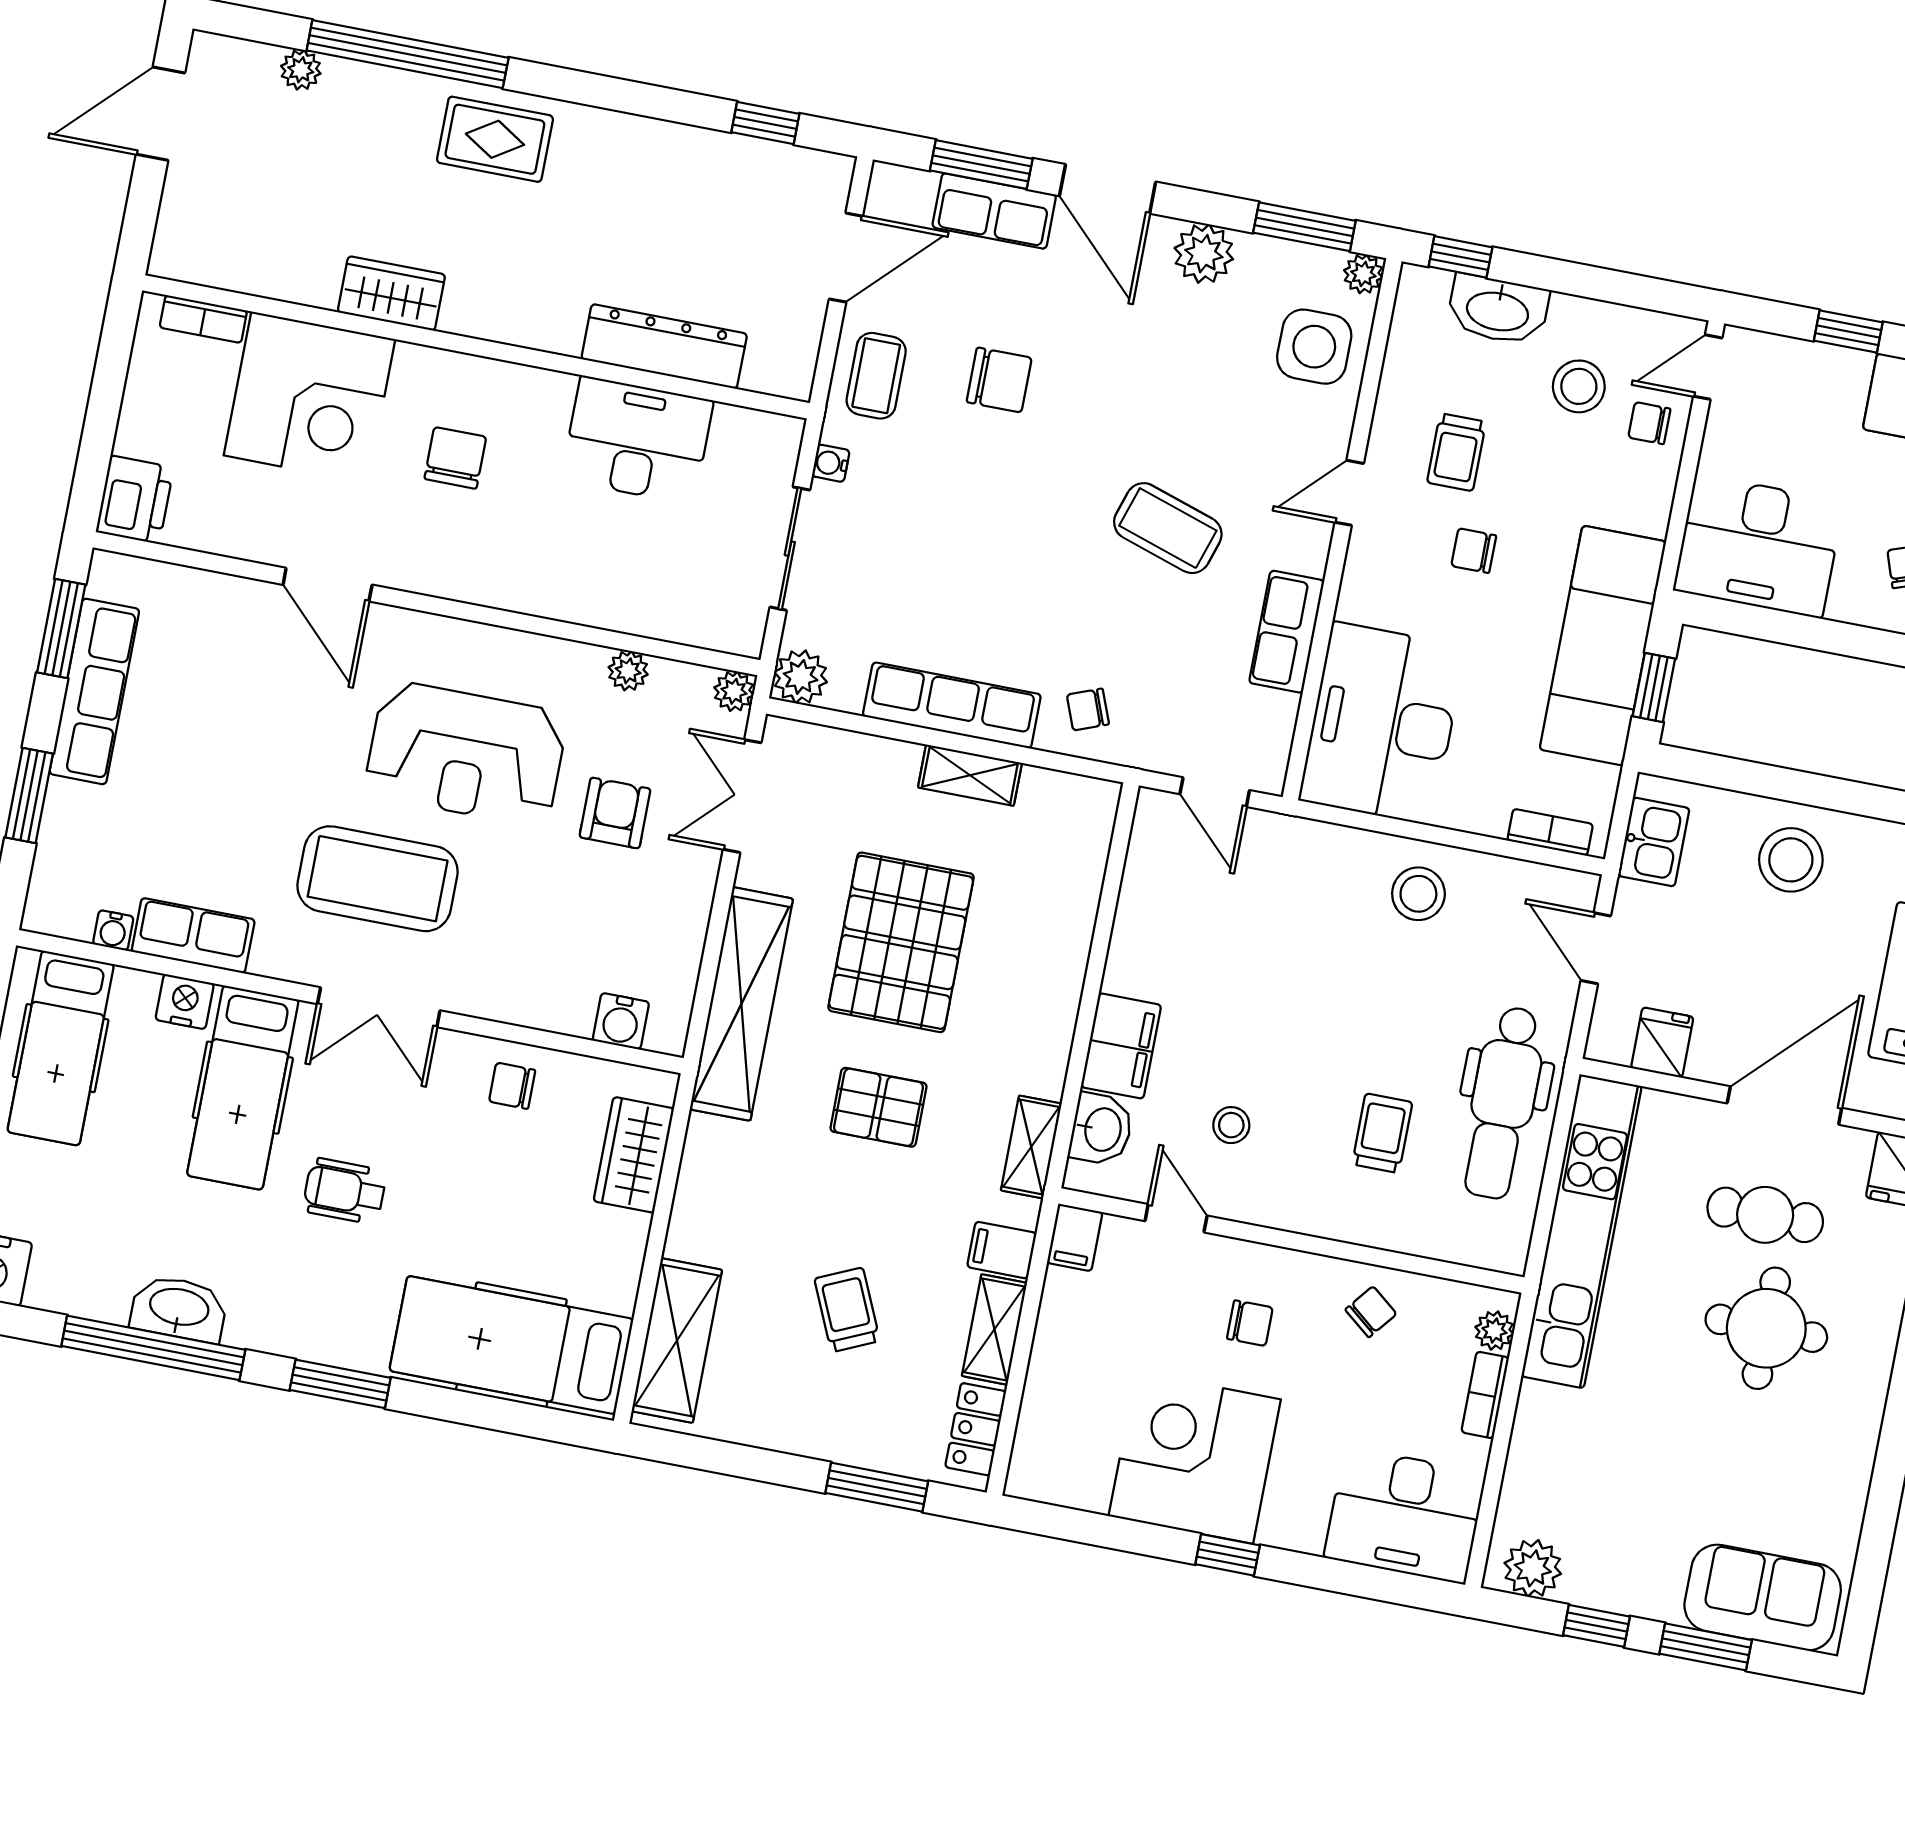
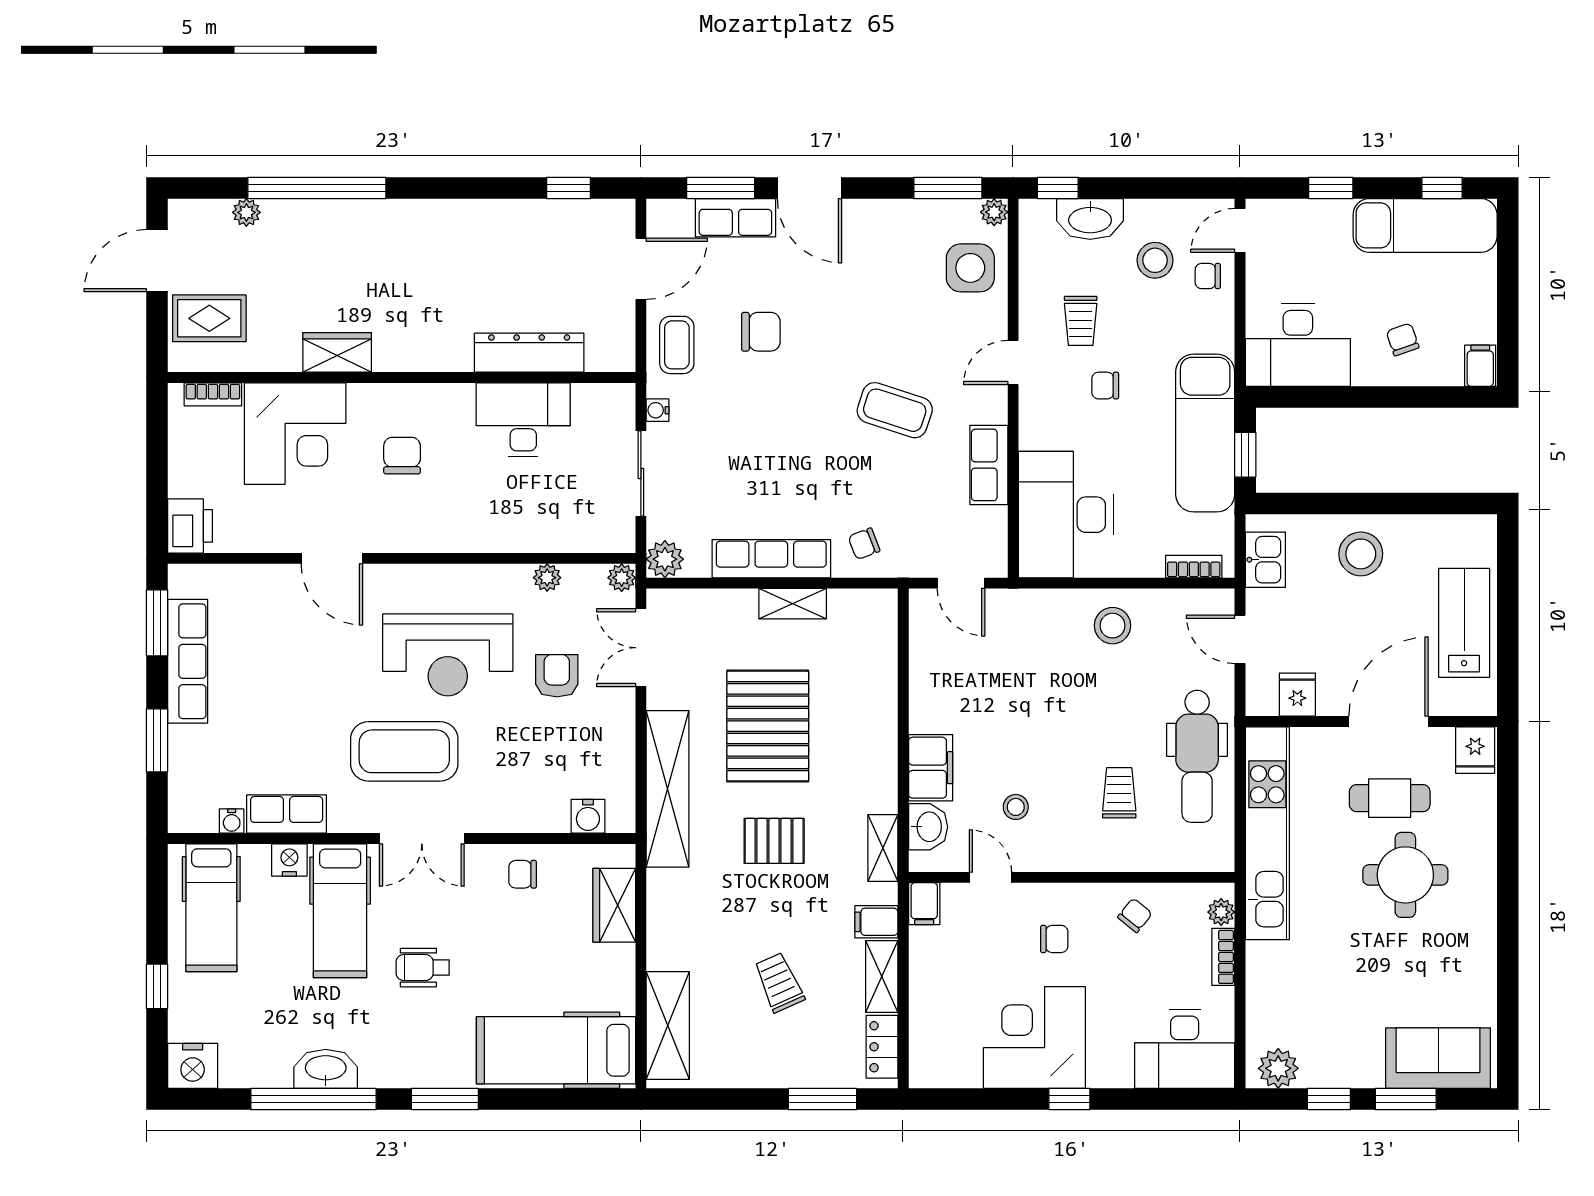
rug: (495, 139) -> (209, 318), moved
plant: (1204, 254) -> (883, 219), removed

